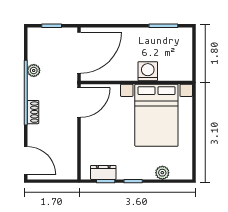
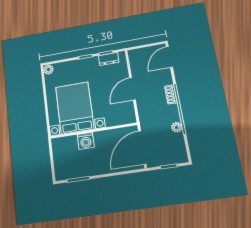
door: (79, 102) -> (132, 89), moved
door: (26, 161) -> (169, 57), hinge flipped
plant: (162, 173) -> (48, 69), moved

